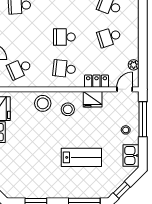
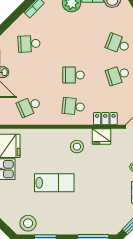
stool: (43, 103) -> (28, 223), moved
lab bench: (81, 157) -> (54, 183), moved

